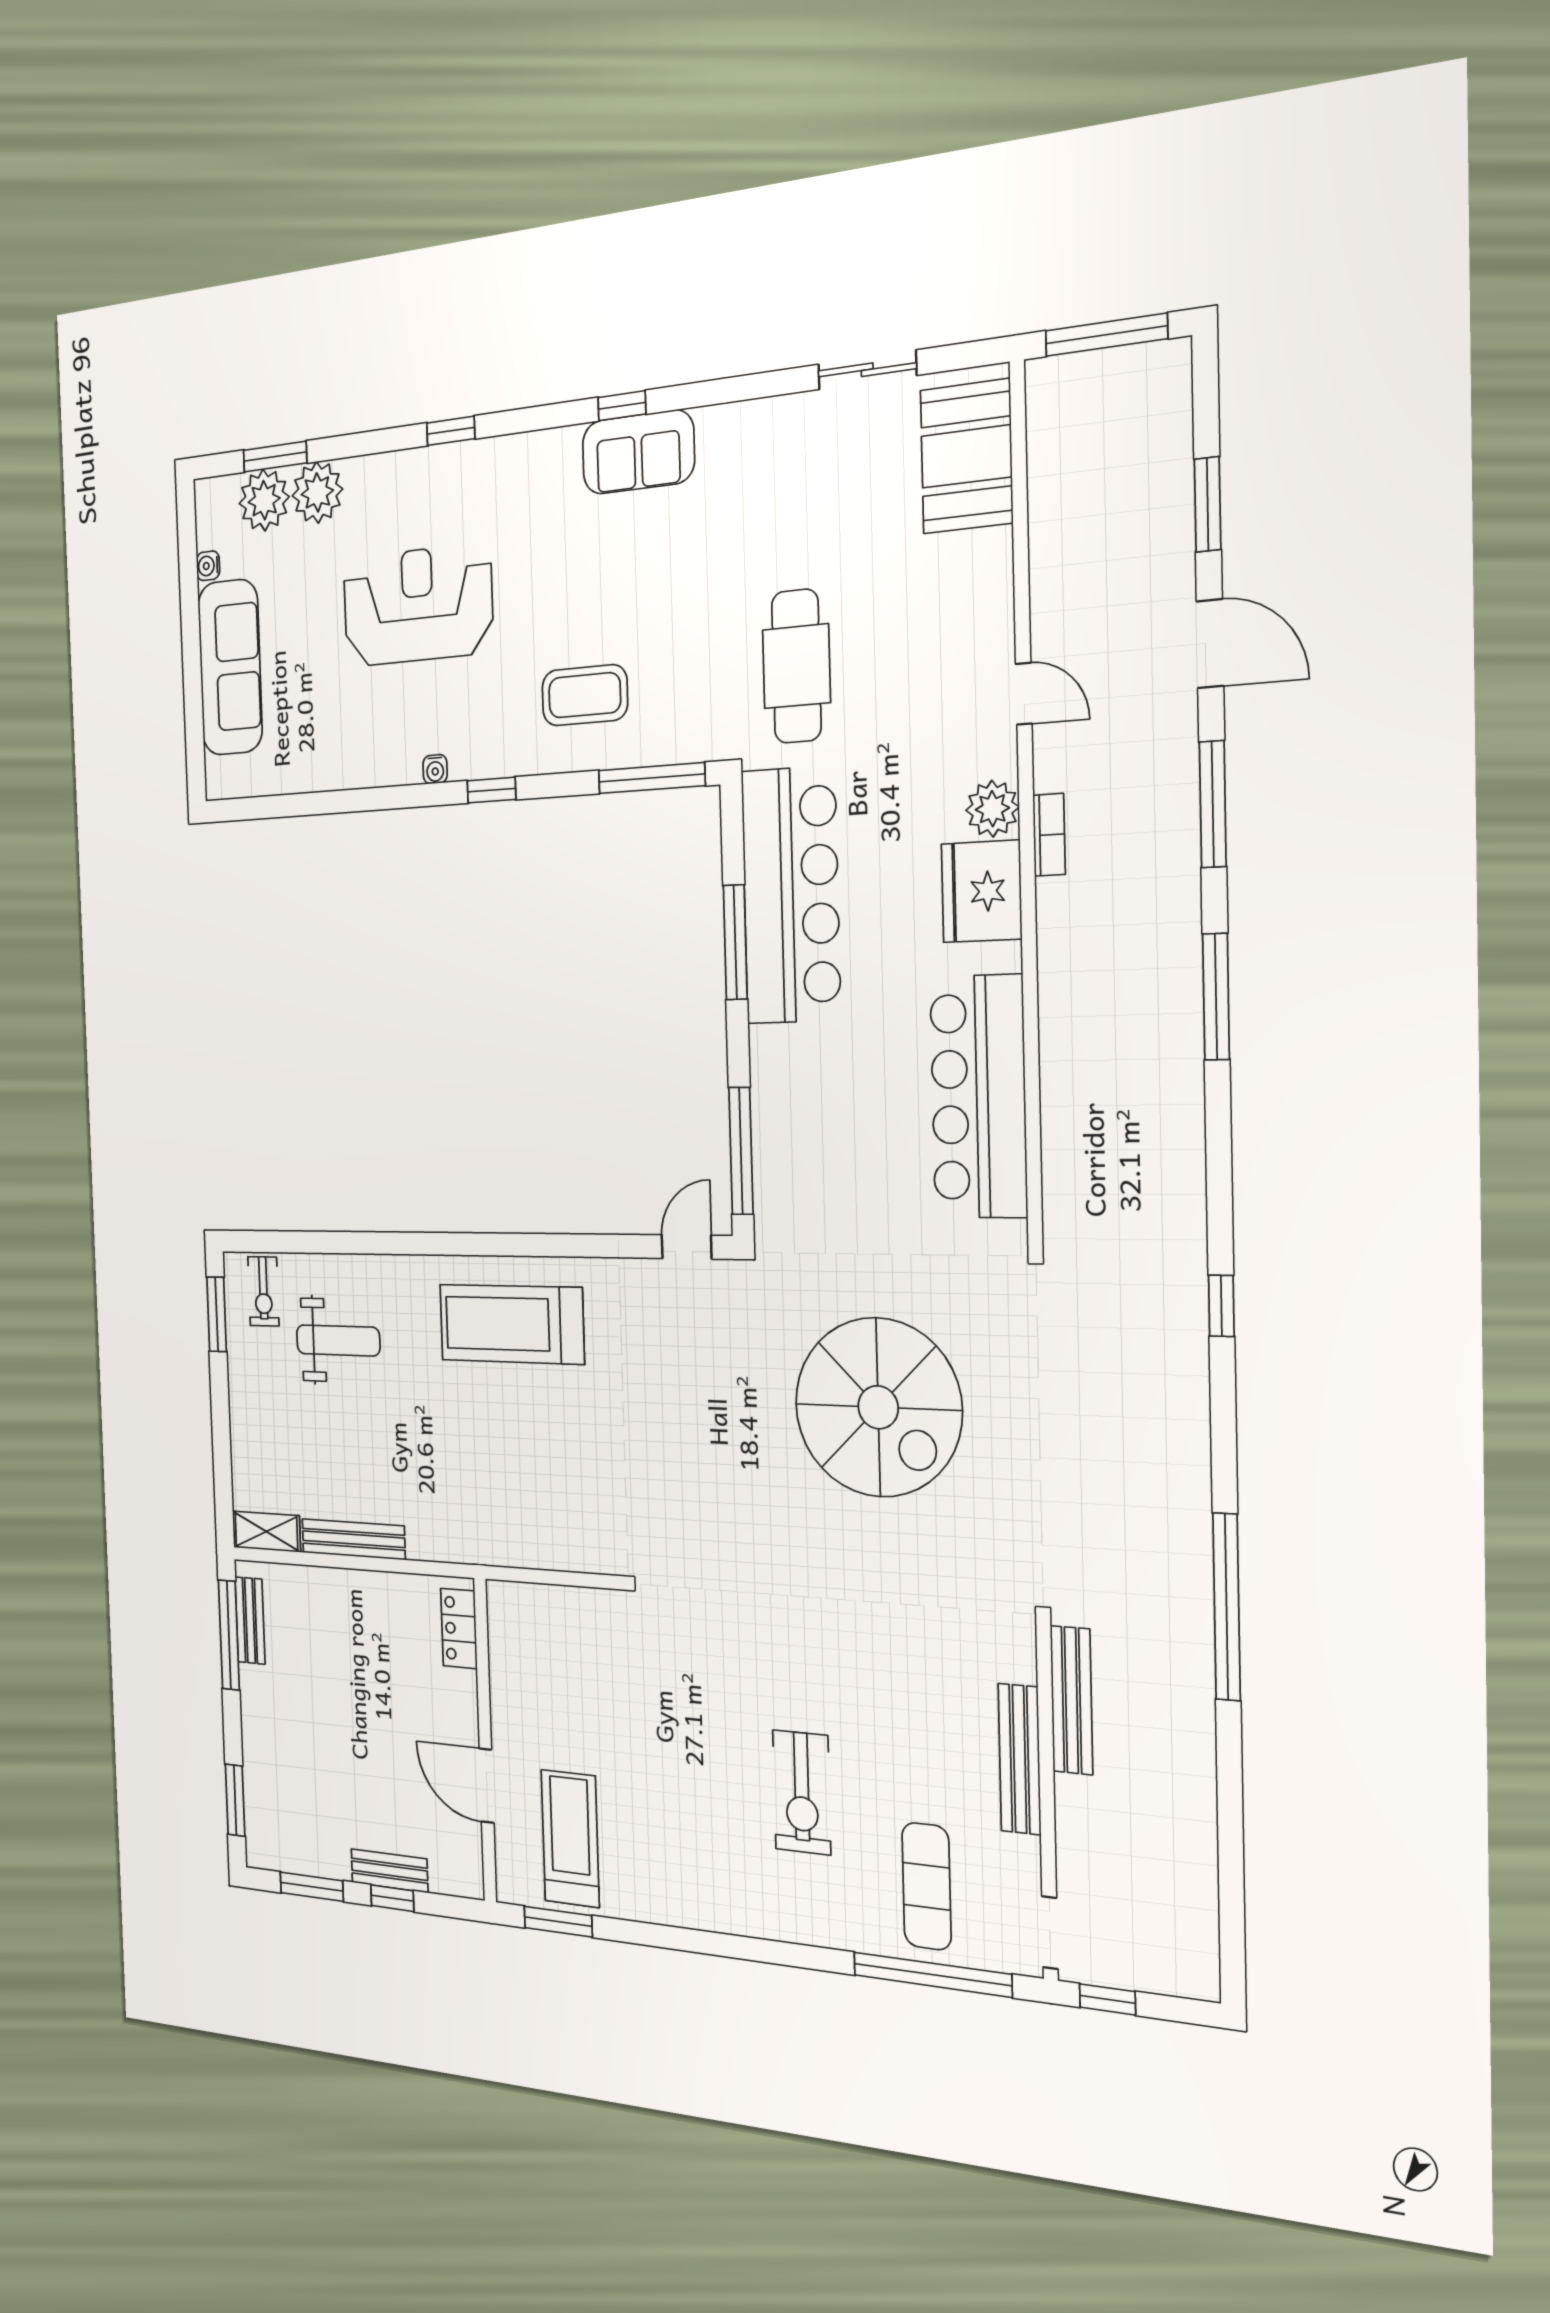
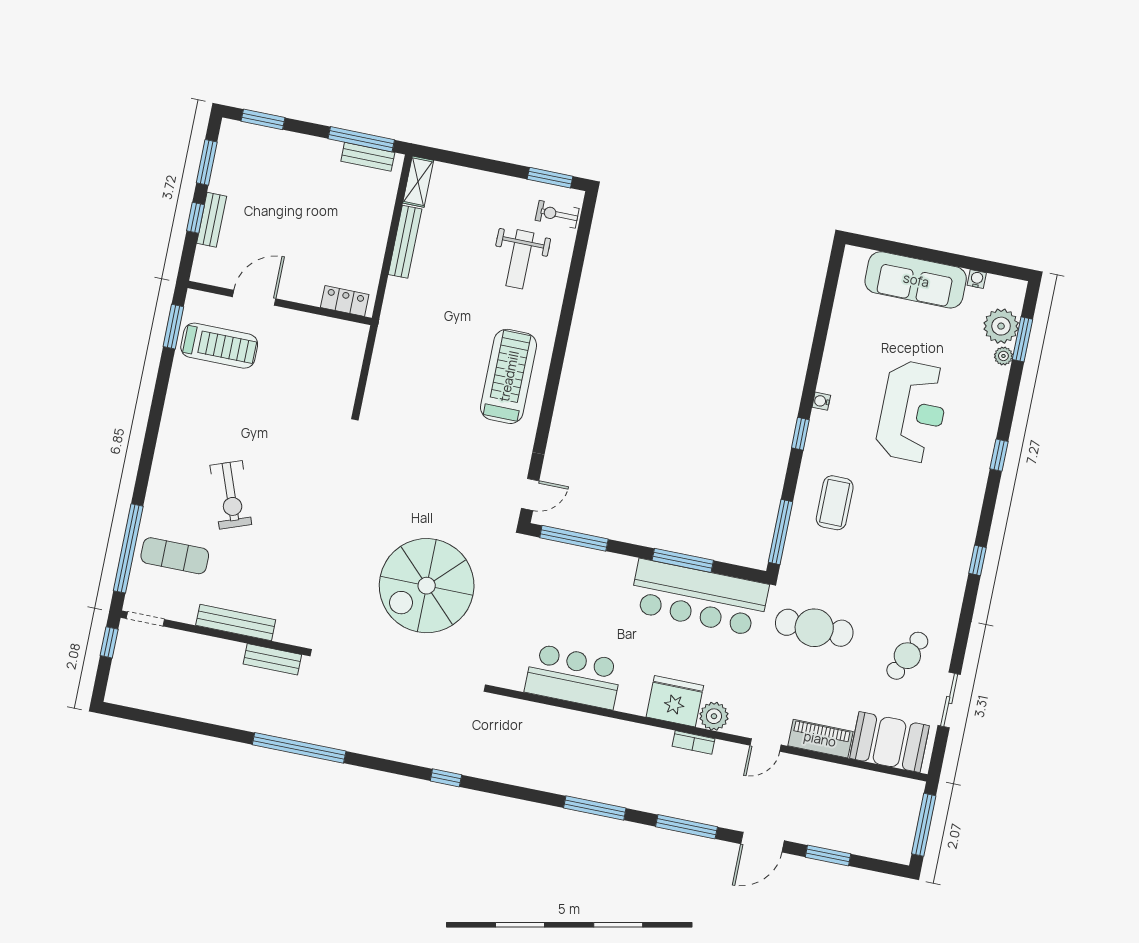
sofa: (638, 452) -> (951, 564), removed
cafe table: (807, 476) -> (907, 656), added
plant: (317, 492) -> (1003, 356), width x0.53, depth x0.53
piano: (989, 591) -> (820, 739), added
bar counter: (979, 1097) -> (573, 677), width x0.73
door: (687, 1247) -> (530, 494), hinge flipped
bench: (1071, 1700) -> (272, 659), width x0.73
exercise bike: (802, 1792) -> (231, 495), turned -110

